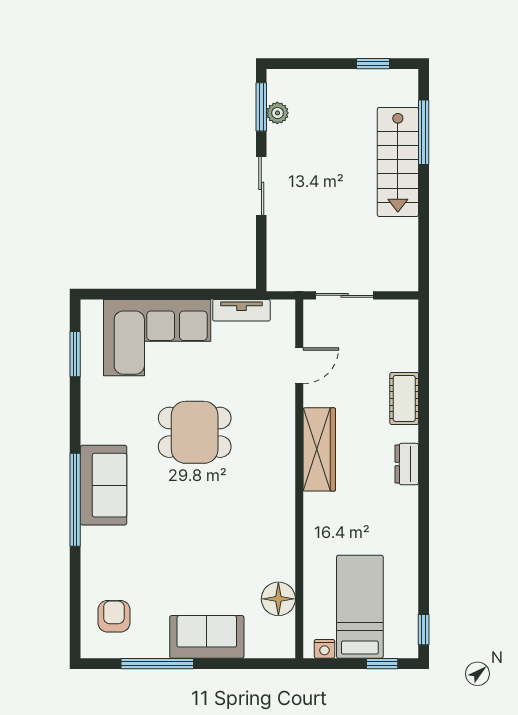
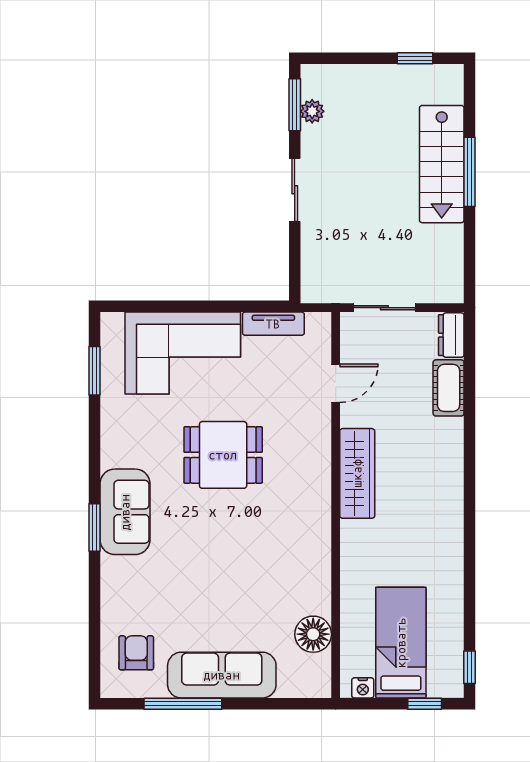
window: (424, 132) -> (470, 172), moved
cot: (404, 398) -> (449, 388), moved
dresser: (407, 464) -> (451, 335), moved
window: (75, 500) -> (95, 528), width x0.47
sofa: (207, 637) -> (222, 675), width x1.36

